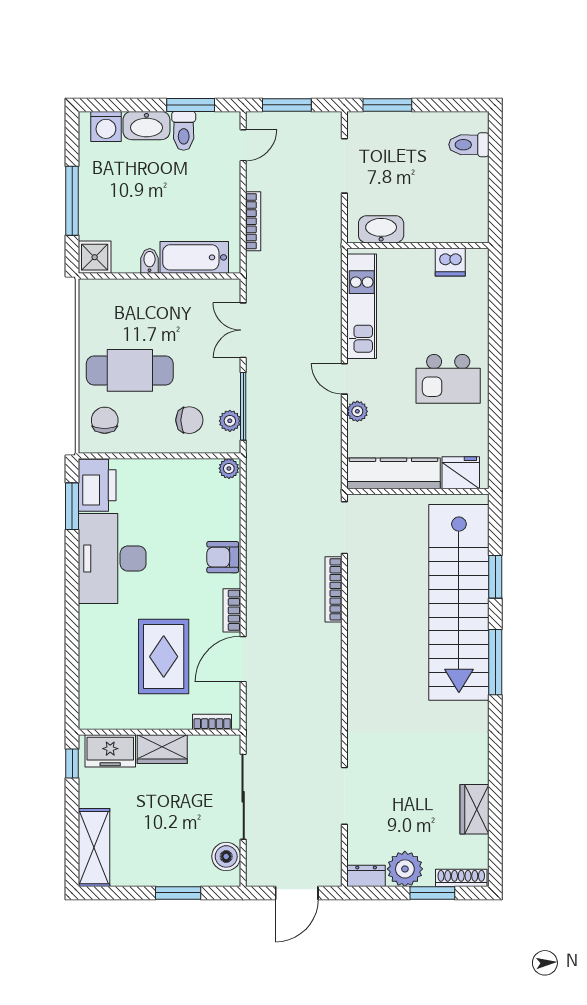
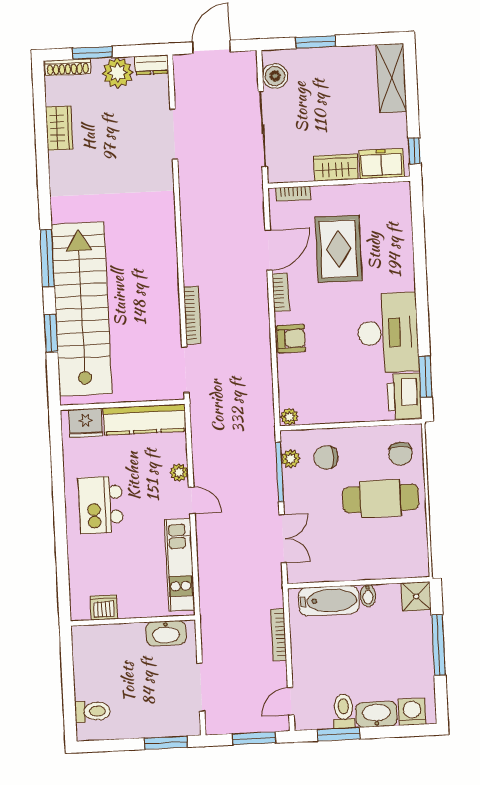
kitchen island: (448, 379) -> (101, 505), turned -90

